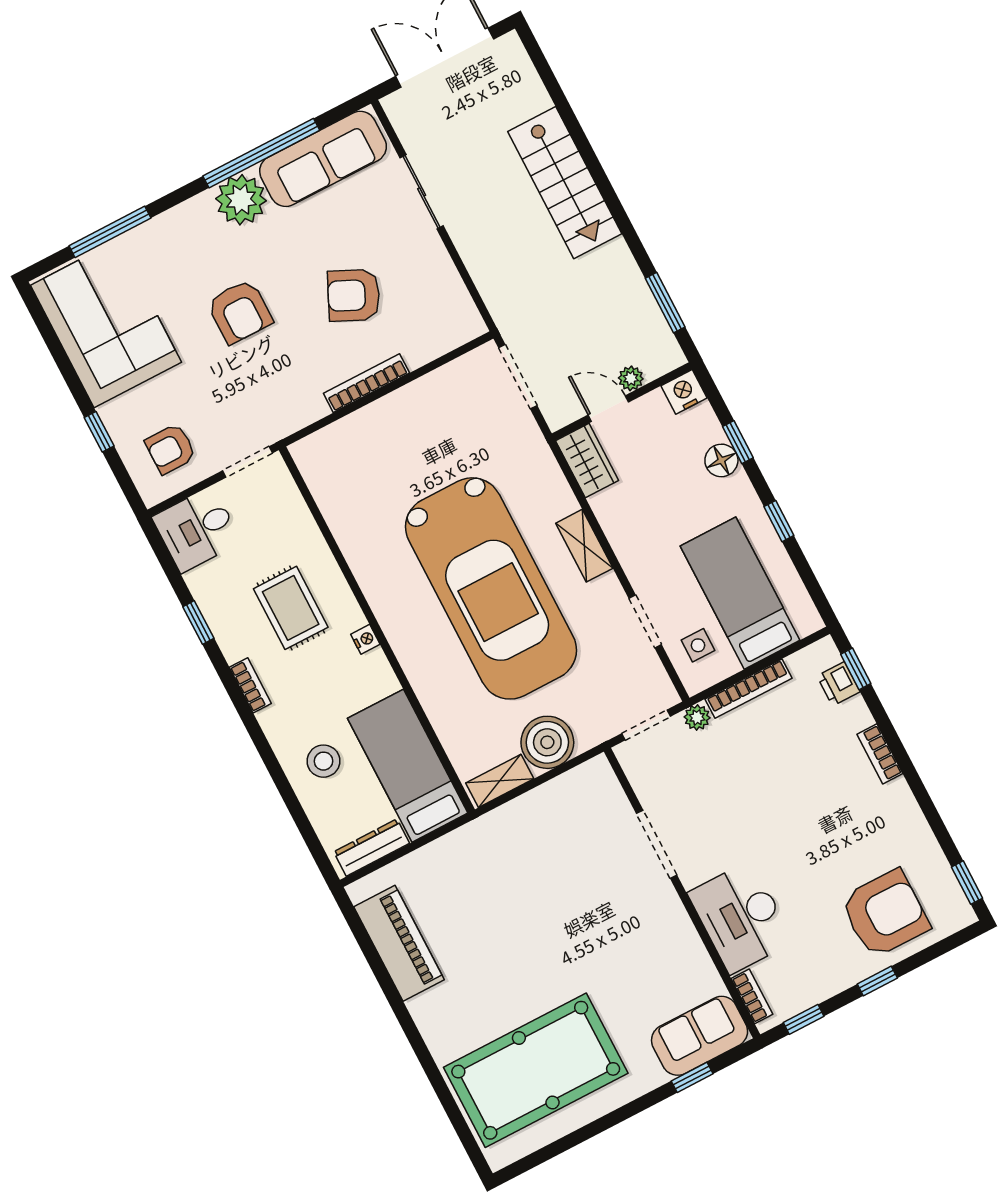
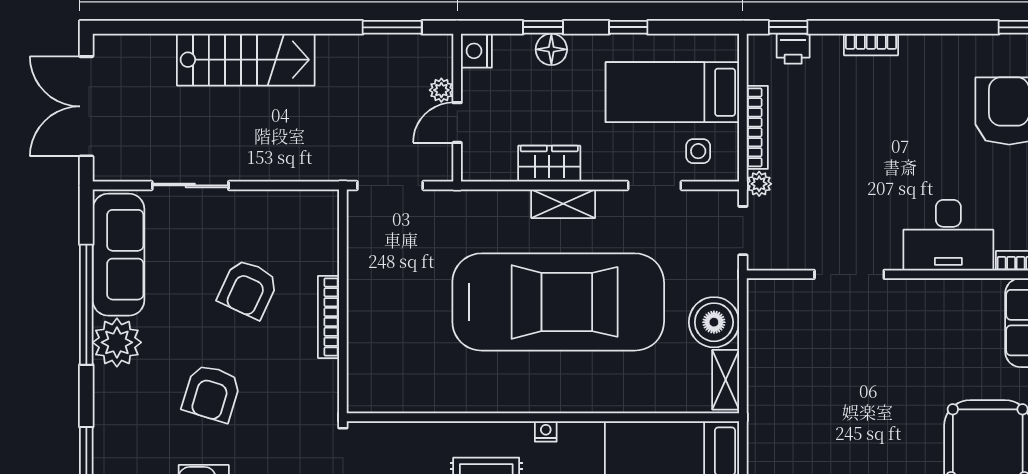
armchair: (240, 312) -> (212, 393), turned 107
wardrobe: (587, 461) -> (549, 164), moved

